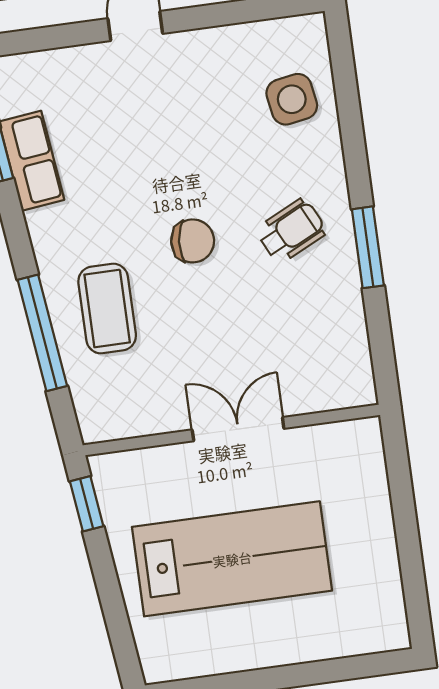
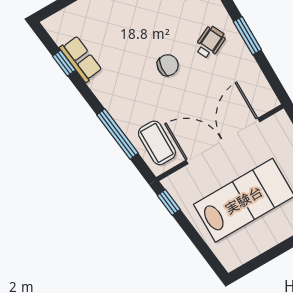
coffee table: (107, 309) -> (157, 143), moved
double door: (238, 429) -> (223, 141), width x1.87

